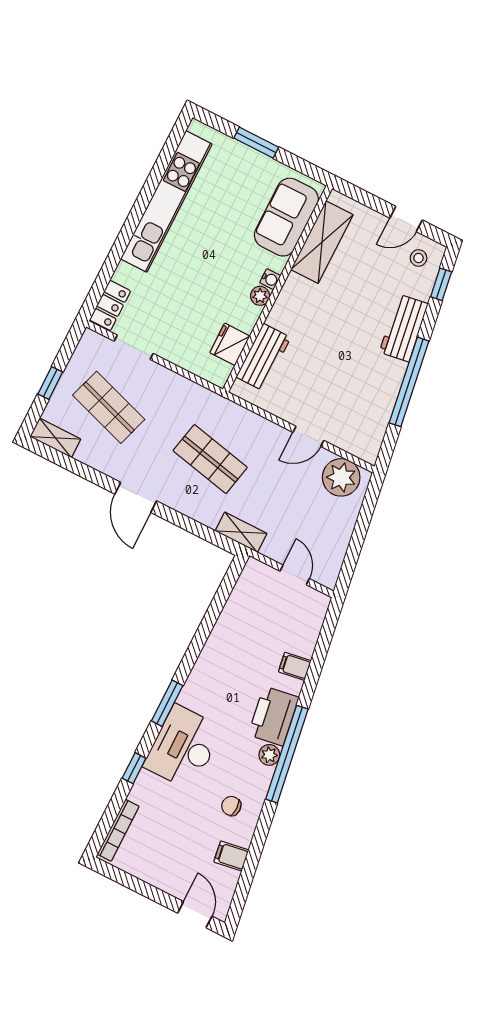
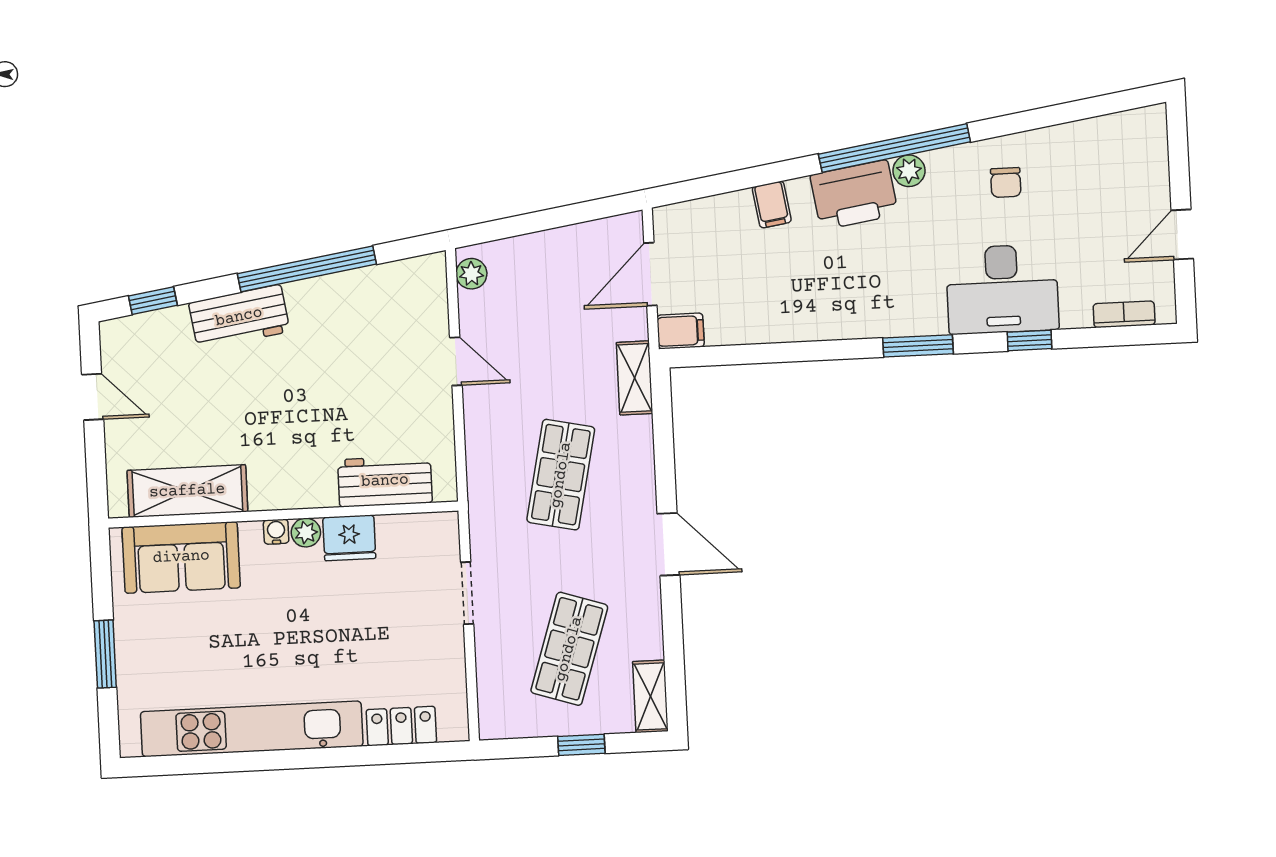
stool: (419, 258) -> (135, 351), removed
locker: (110, 305) -> (401, 726), moved
fridge: (230, 344) -> (349, 538), moved
doorway: (134, 347) -> (467, 593), moved
plant: (341, 477) -> (471, 274), width x0.53, depth x0.53
door: (136, 497) -> (668, 544), hinge flipped
door: (295, 575) -> (650, 274), width x1.38
desk: (183, 747) -> (1002, 289), moved
bookcase: (118, 830) -> (1124, 314), width x0.64
filing cabinet: (231, 856) -> (681, 331), moved, turned -81
door: (195, 915) -> (1182, 234), moved

